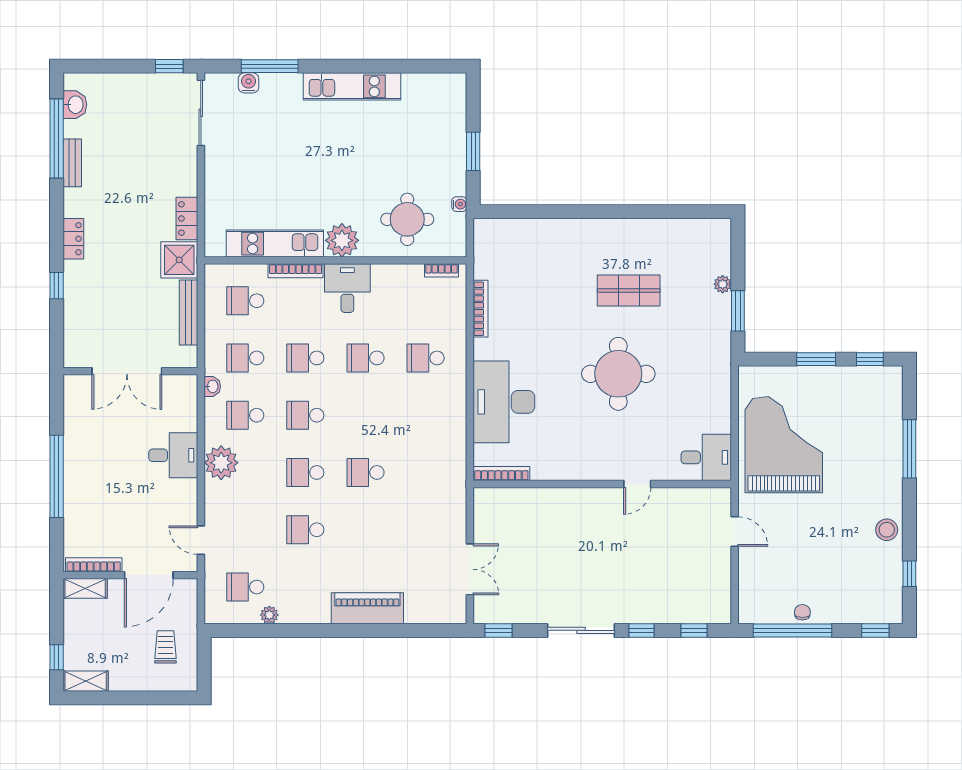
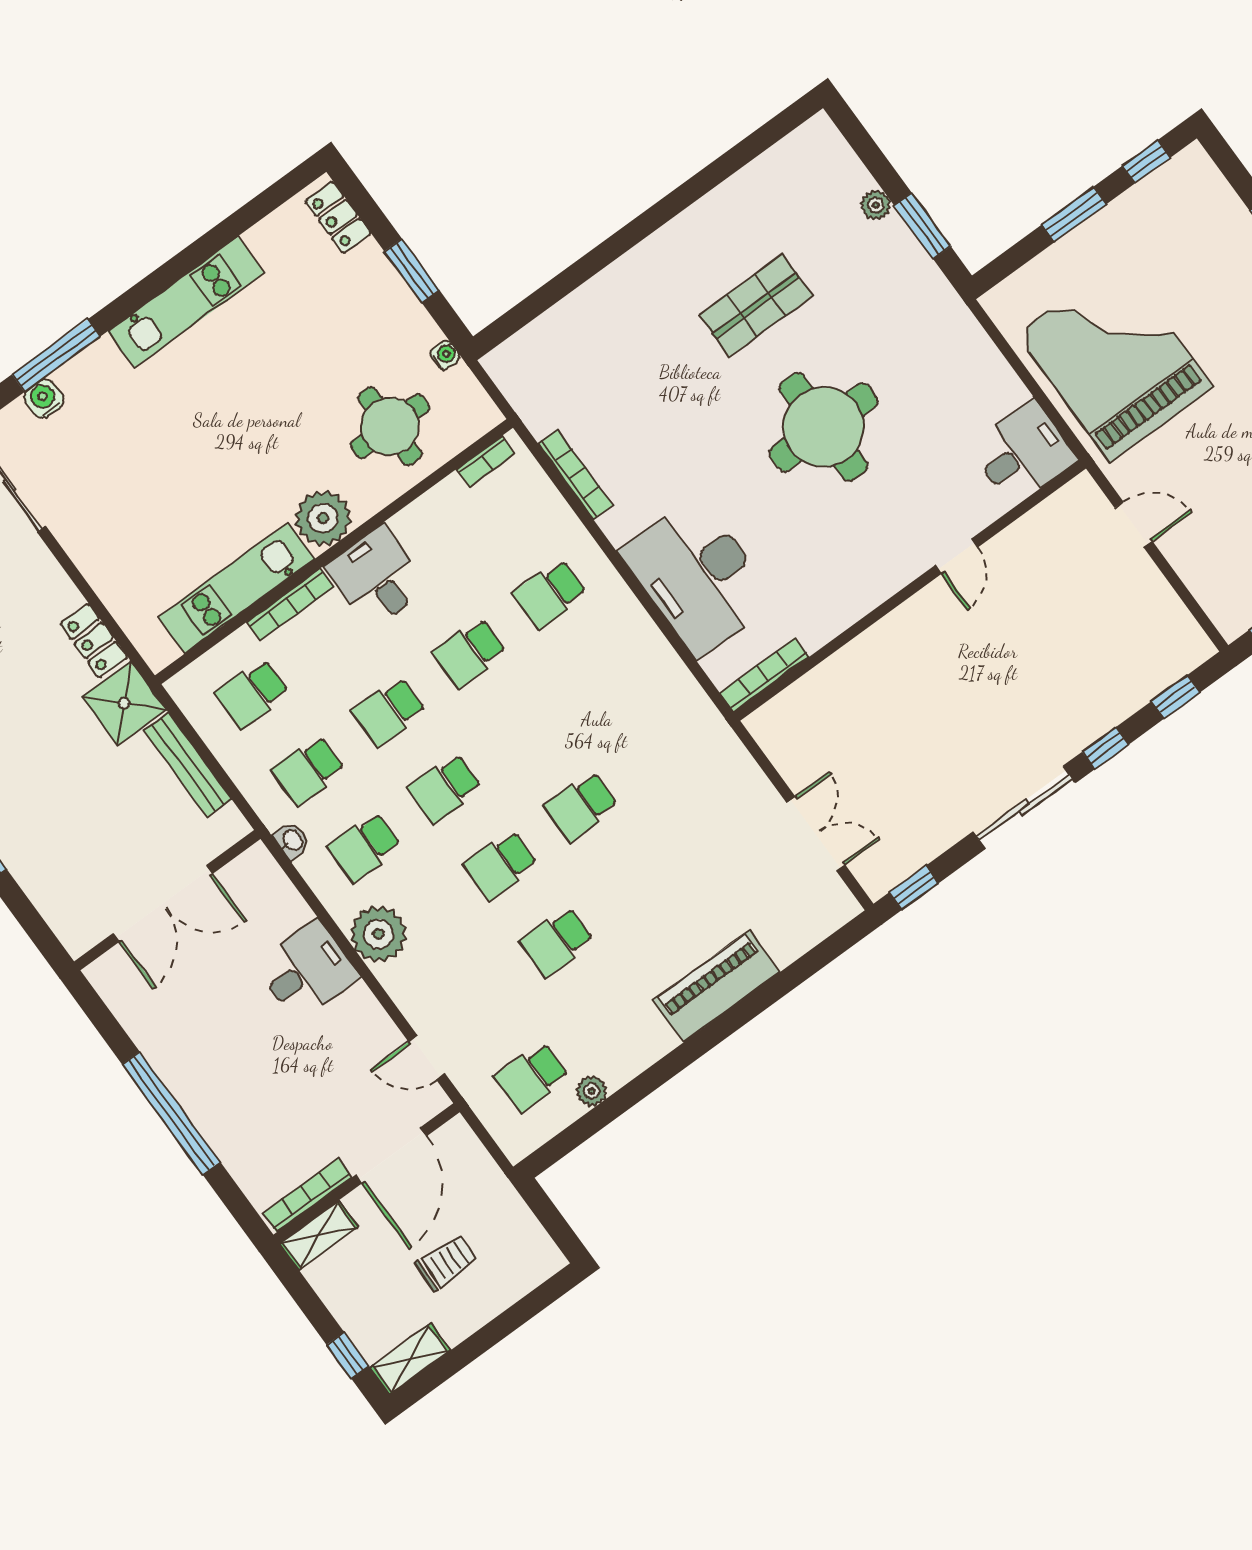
locker: (456, 99) -> (338, 217), added
trolley: (165, 647) -> (446, 1262), moved, turned 92

